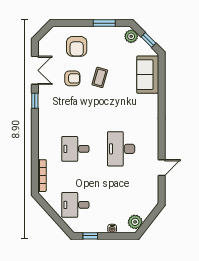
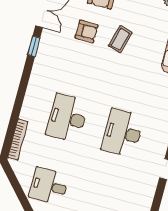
desk: (75, 149) -> (67, 118), width x1.37

